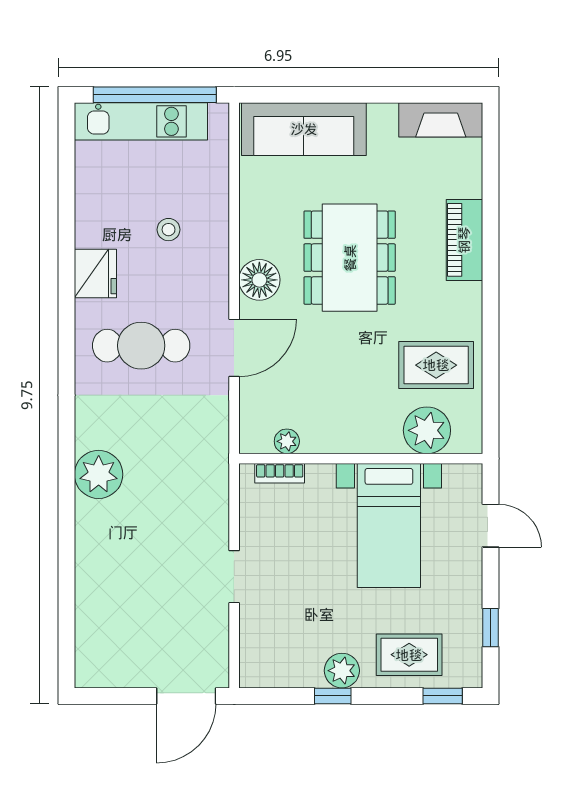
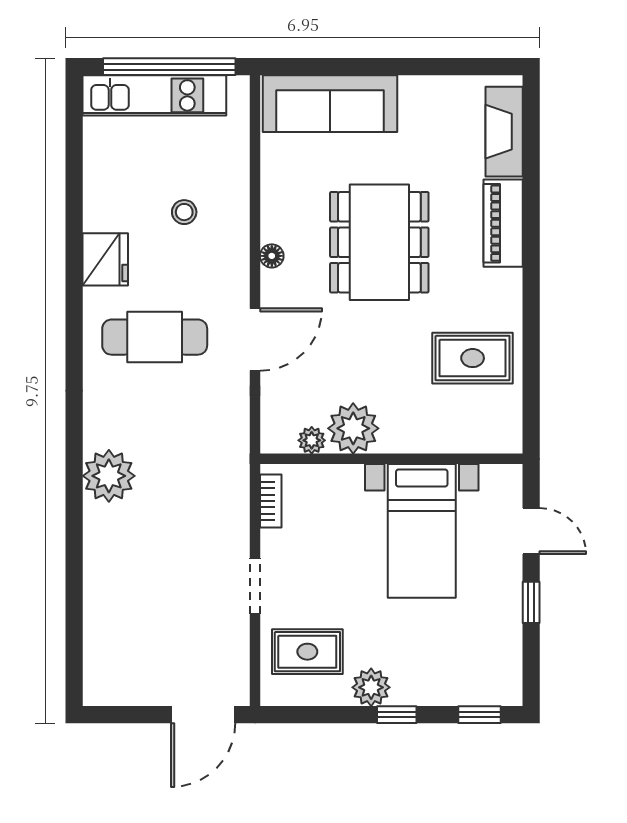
fireplace: (441, 120) -> (504, 132), moved, turned 90
floor lamp: (259, 280) -> (272, 256), width x0.53, depth x0.53
plant: (427, 430) -> (353, 428), moved
bookcase: (280, 473) -> (271, 501), moved, turned -90
window: (490, 628) -> (531, 602), moved
rug: (409, 655) -> (307, 652), moved
window: (333, 696) -> (397, 715), moved

